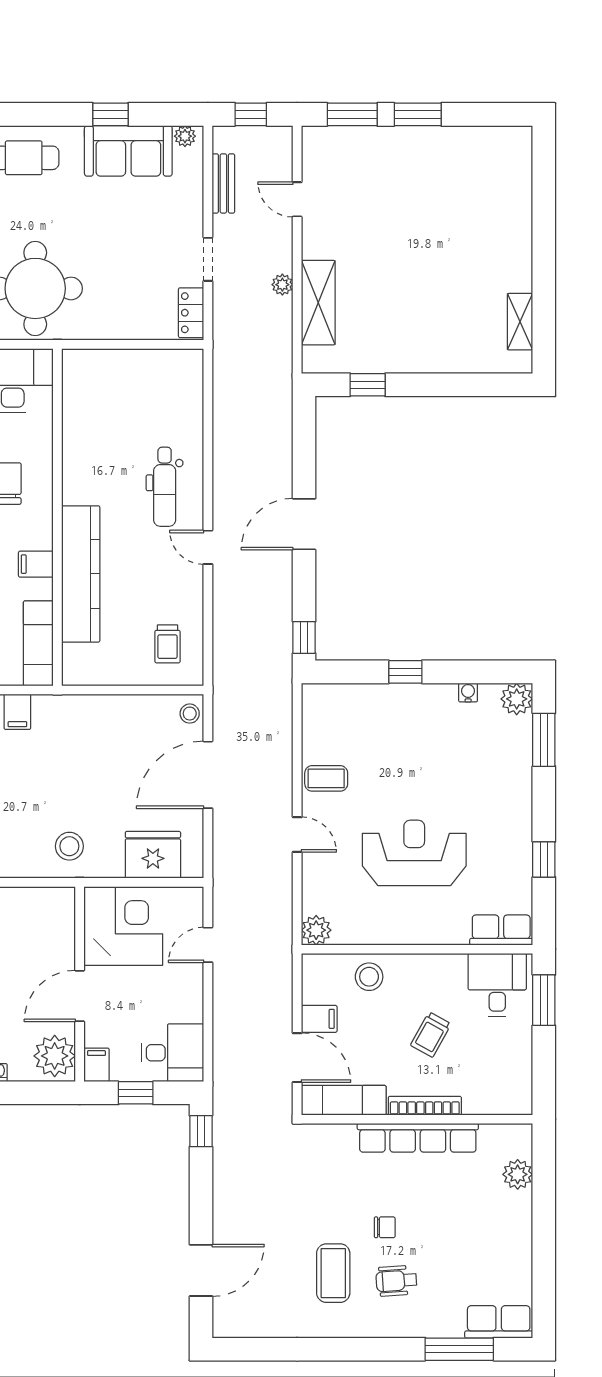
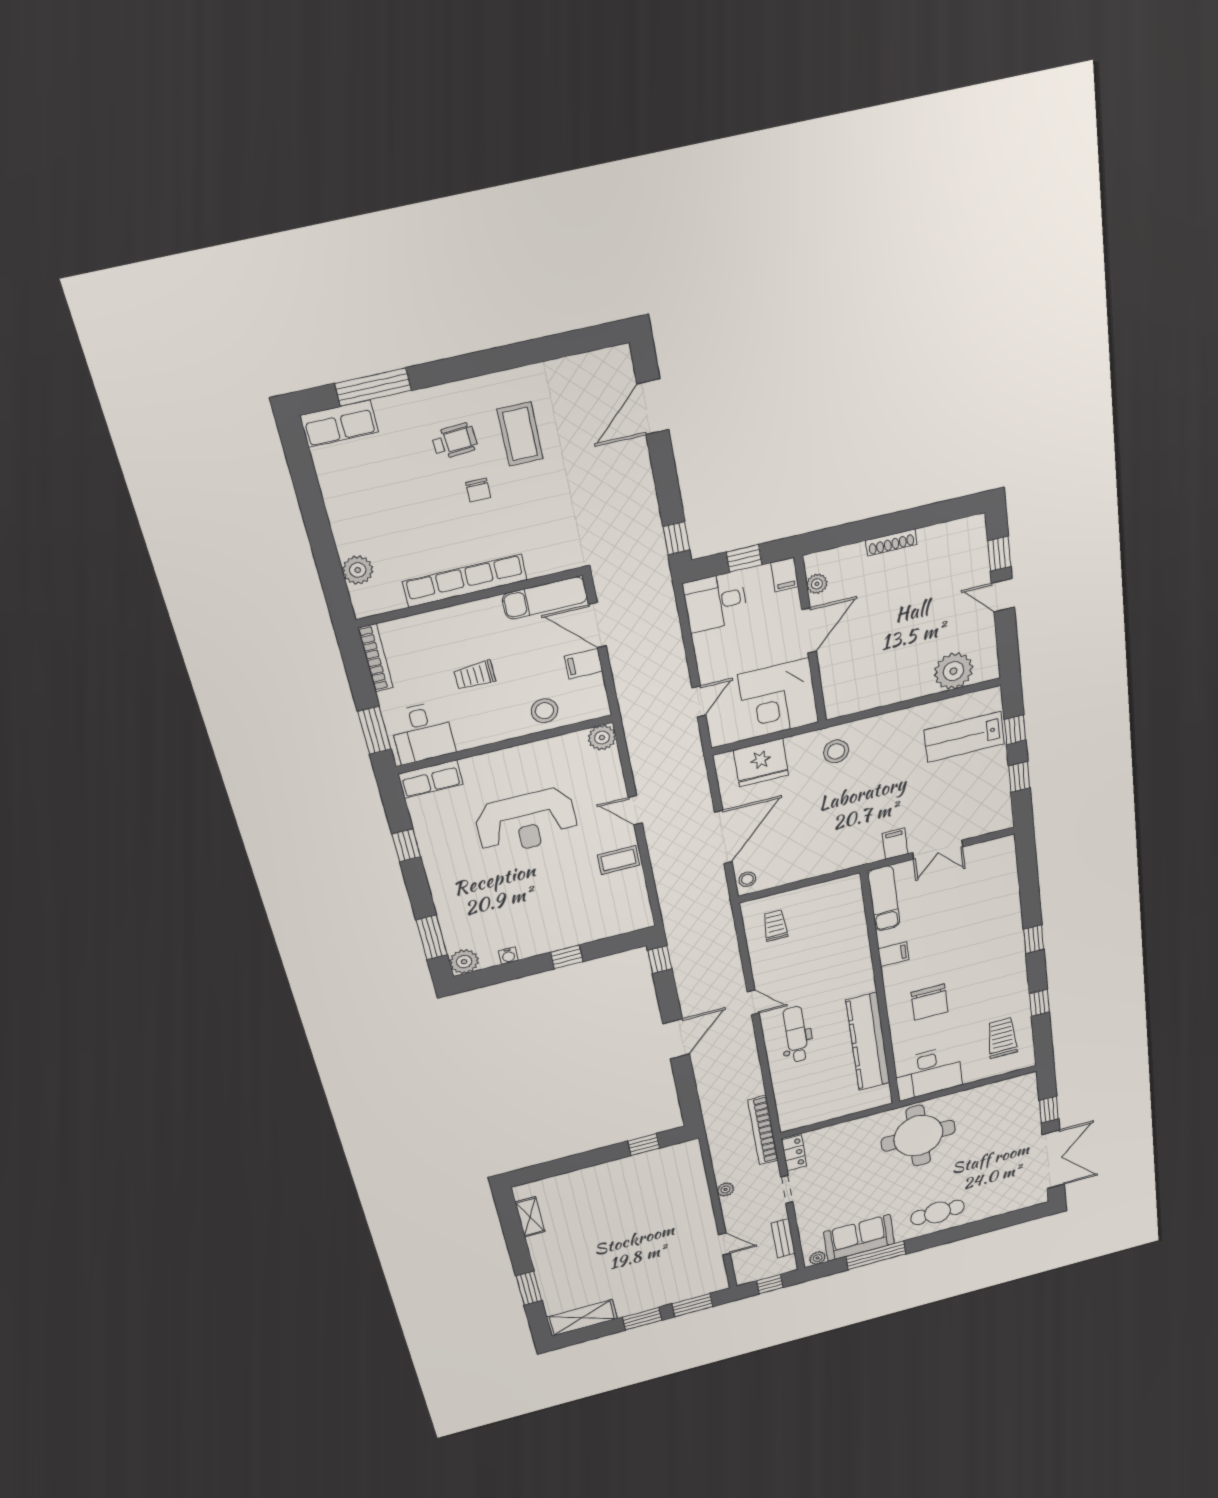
window: (110, 114) -> (876, 1255), width x2.17
window: (544, 212) -> (529, 1288), added
shelving: (318, 303) -> (582, 1318), moved, turned 90
bookcase: (224, 360) -> (763, 1130), added
kitchen counter: (81, 574) -> (868, 1042), moved
trolley: (431, 1035) -> (475, 675), turned -121
plant: (55, 1056) -> (817, 584), width x0.53, depth x0.53
bookcase: (425, 1106) -> (376, 658), moved, turned -90
chair: (385, 1227) -> (478, 490), turned -90

